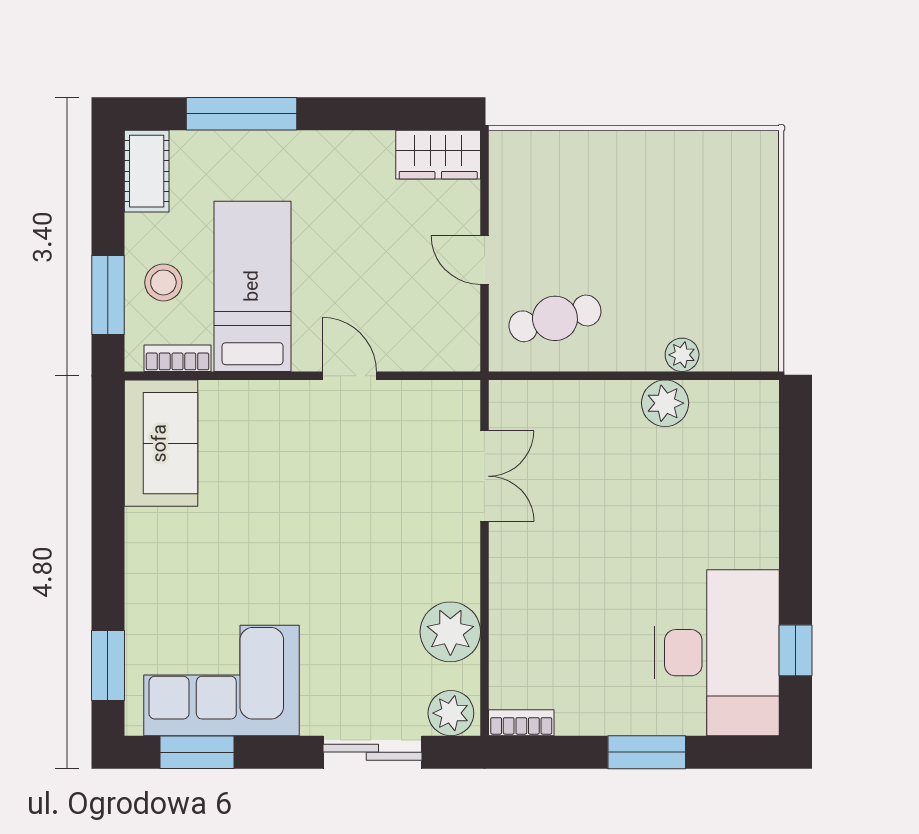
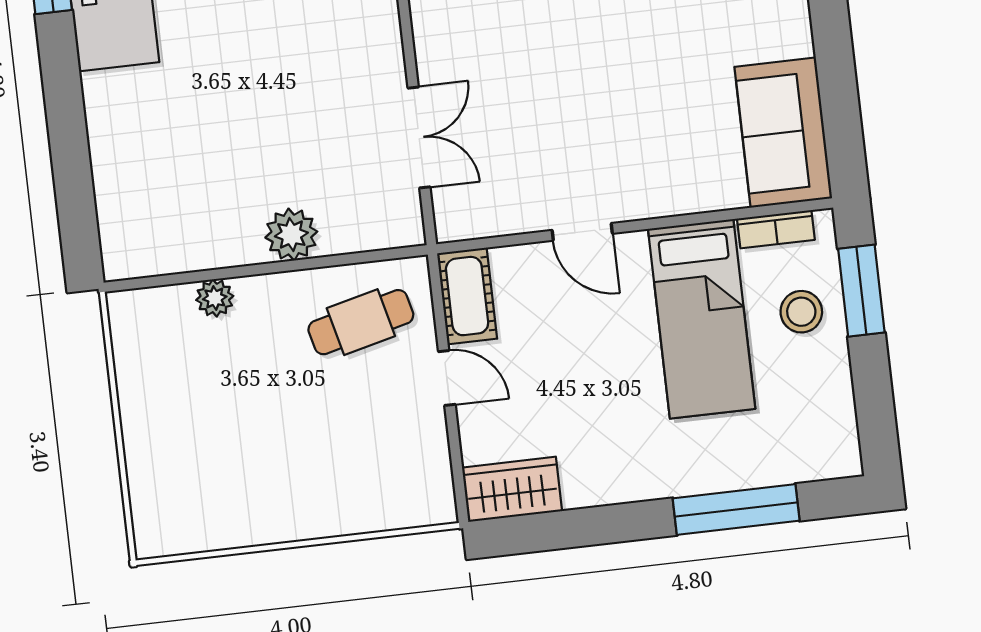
cot: (147, 171) -> (467, 296), moved
plant: (665, 403) -> (291, 235), moved
double door: (484, 476) -> (419, 137), swing flipped

